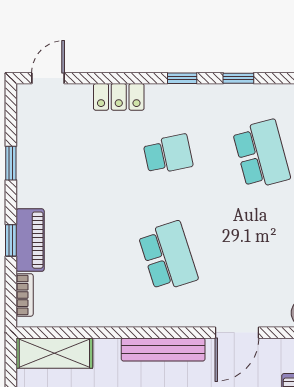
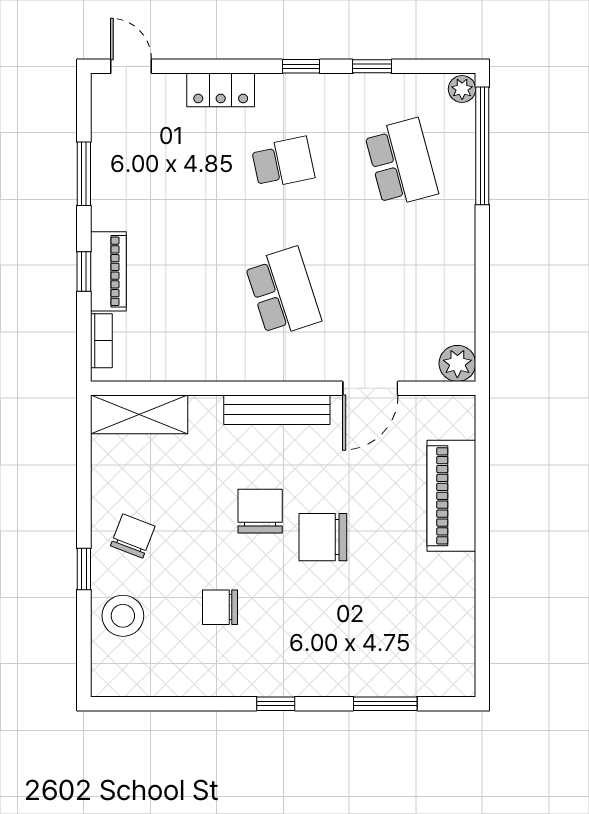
door: (48, 78) -> (131, 66), hinge flipped
window: (11, 163) -> (84, 174), width x1.50

